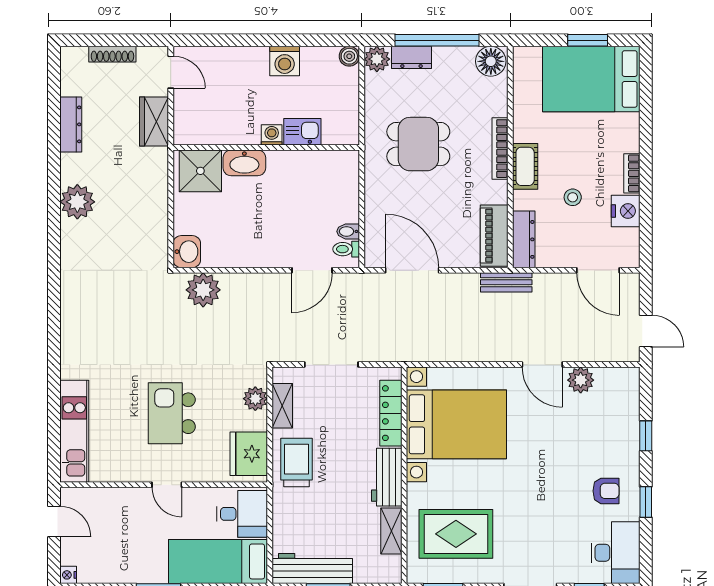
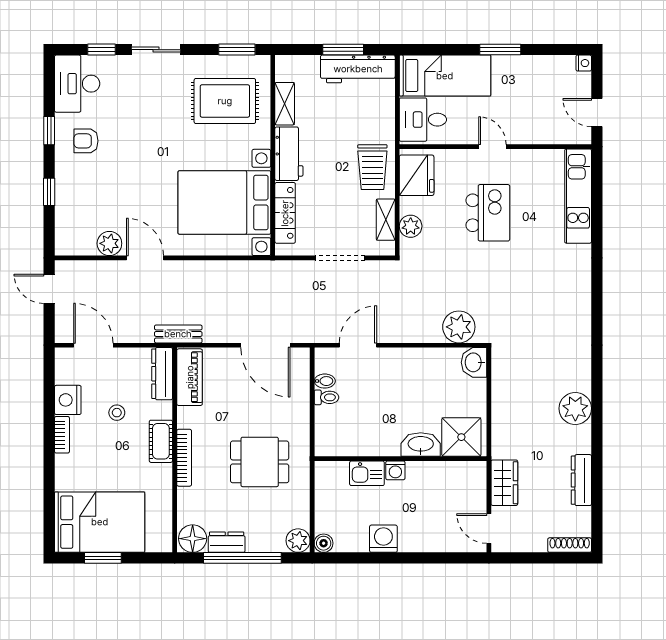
shoe rack: (112, 54) -> (570, 545), moved
dresser: (411, 57) -> (227, 542), moved
toilet: (346, 249) -> (326, 397), moved

